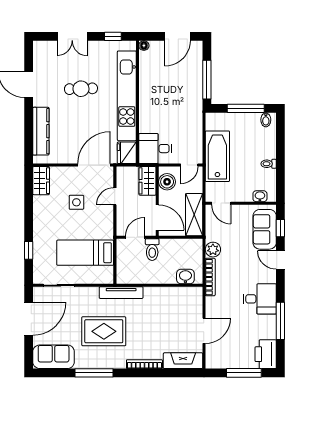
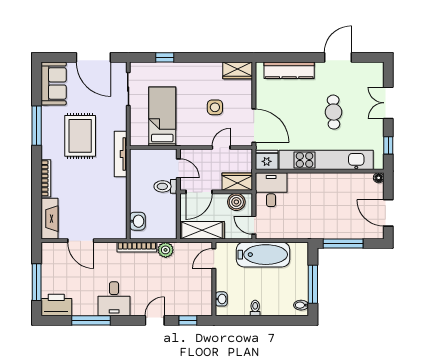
door: (115, 196) -> (221, 147), hinge flipped
sofa: (265, 229) -> (187, 304), removed

